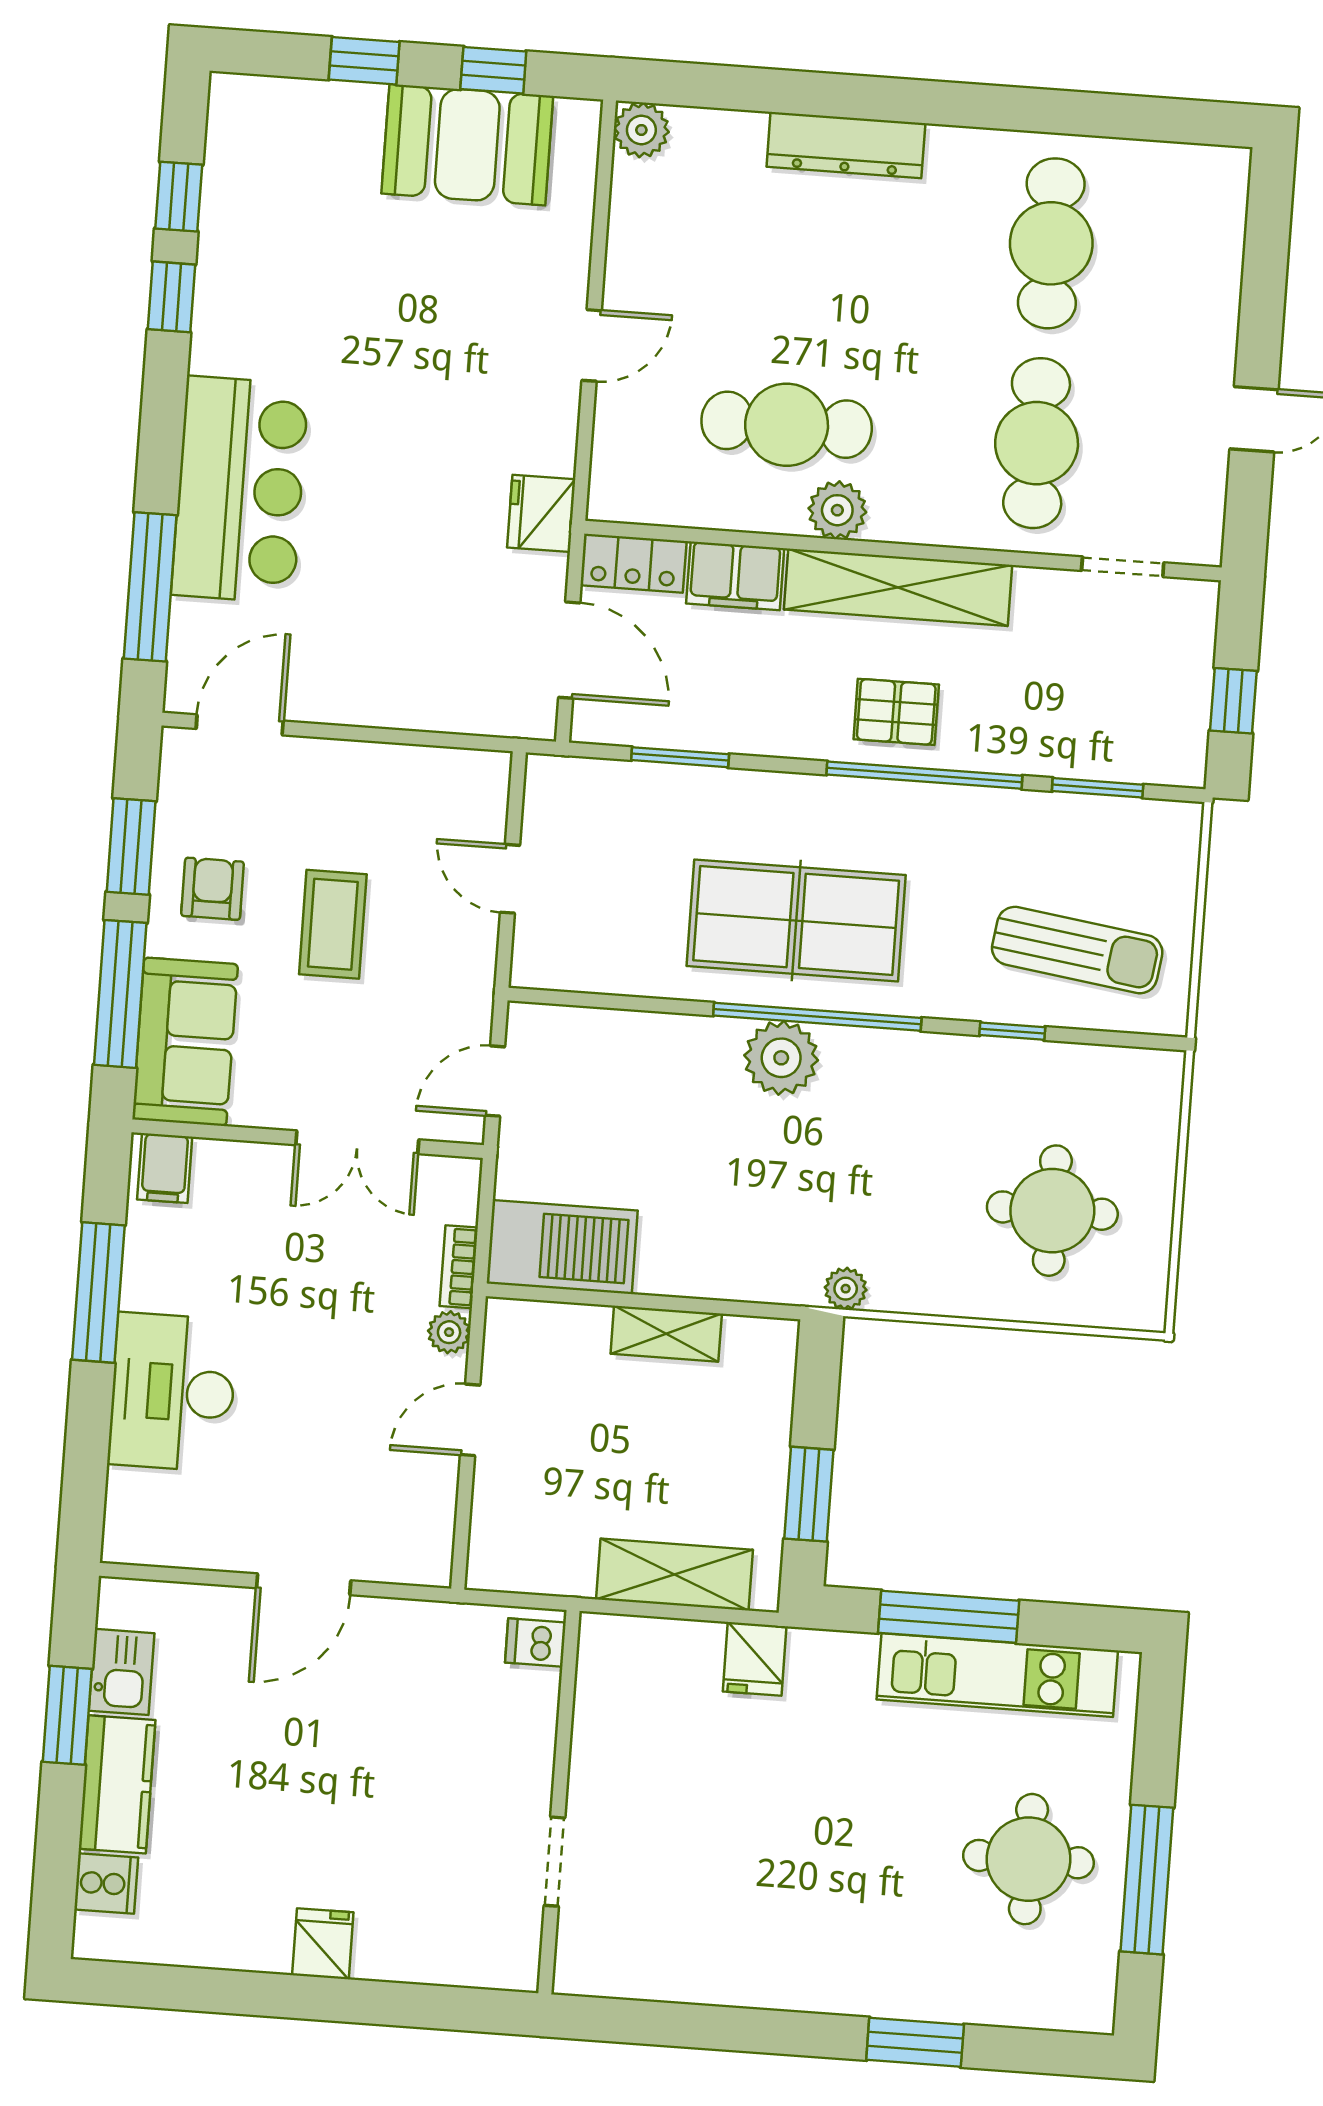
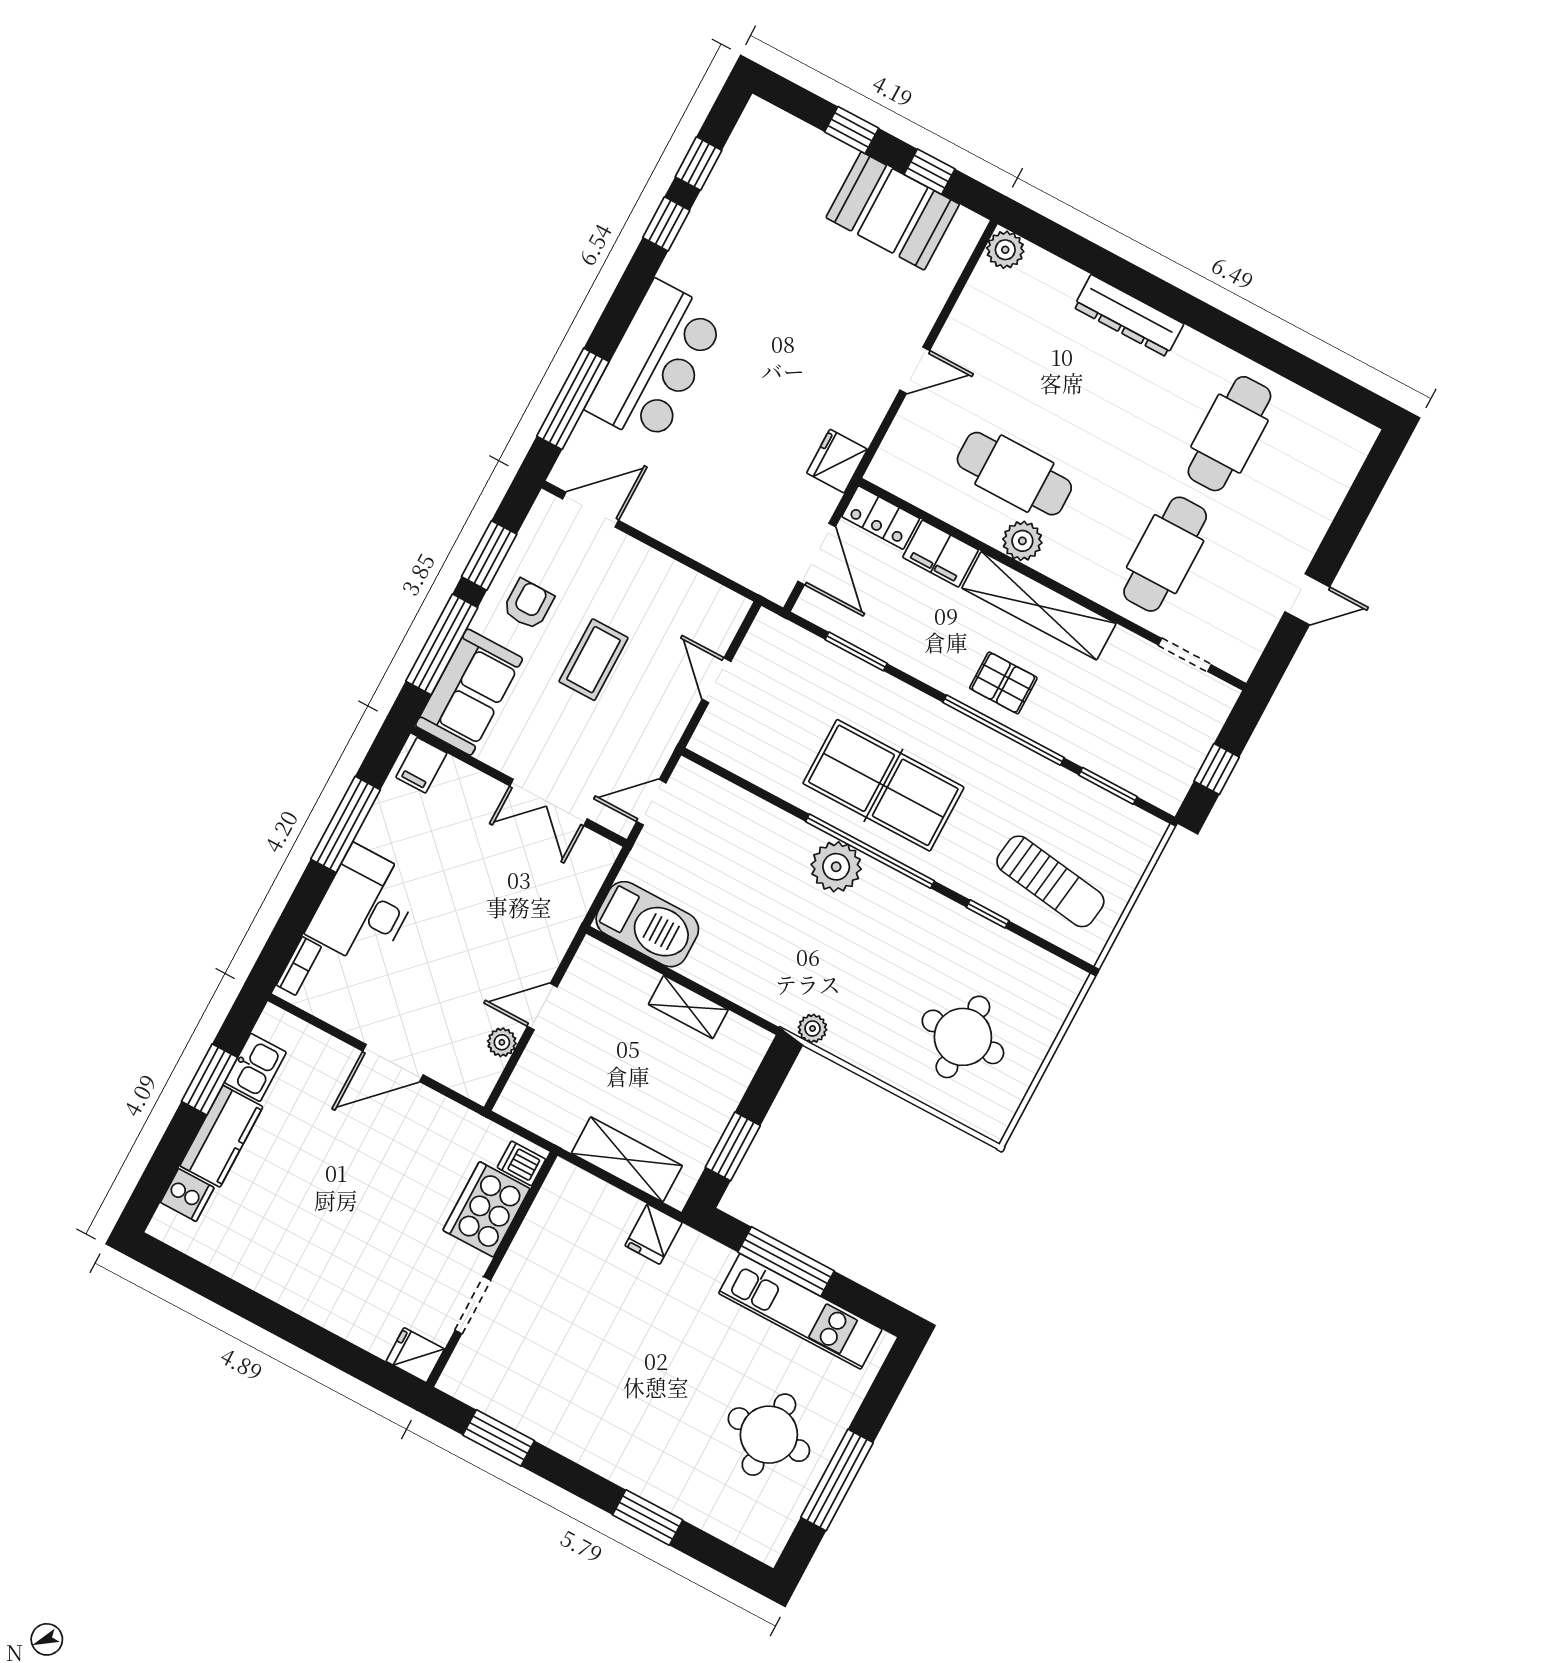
bookcase: (459, 1267) -> (299, 966), moved, turned 180
plant: (449, 1332) -> (502, 1042), moved
cooker: (516, 1725) -> (486, 1209), added
fridge: (323, 1944) -> (415, 1355), moved, turned -90
window: (668, 2024) -> (499, 1438), added

